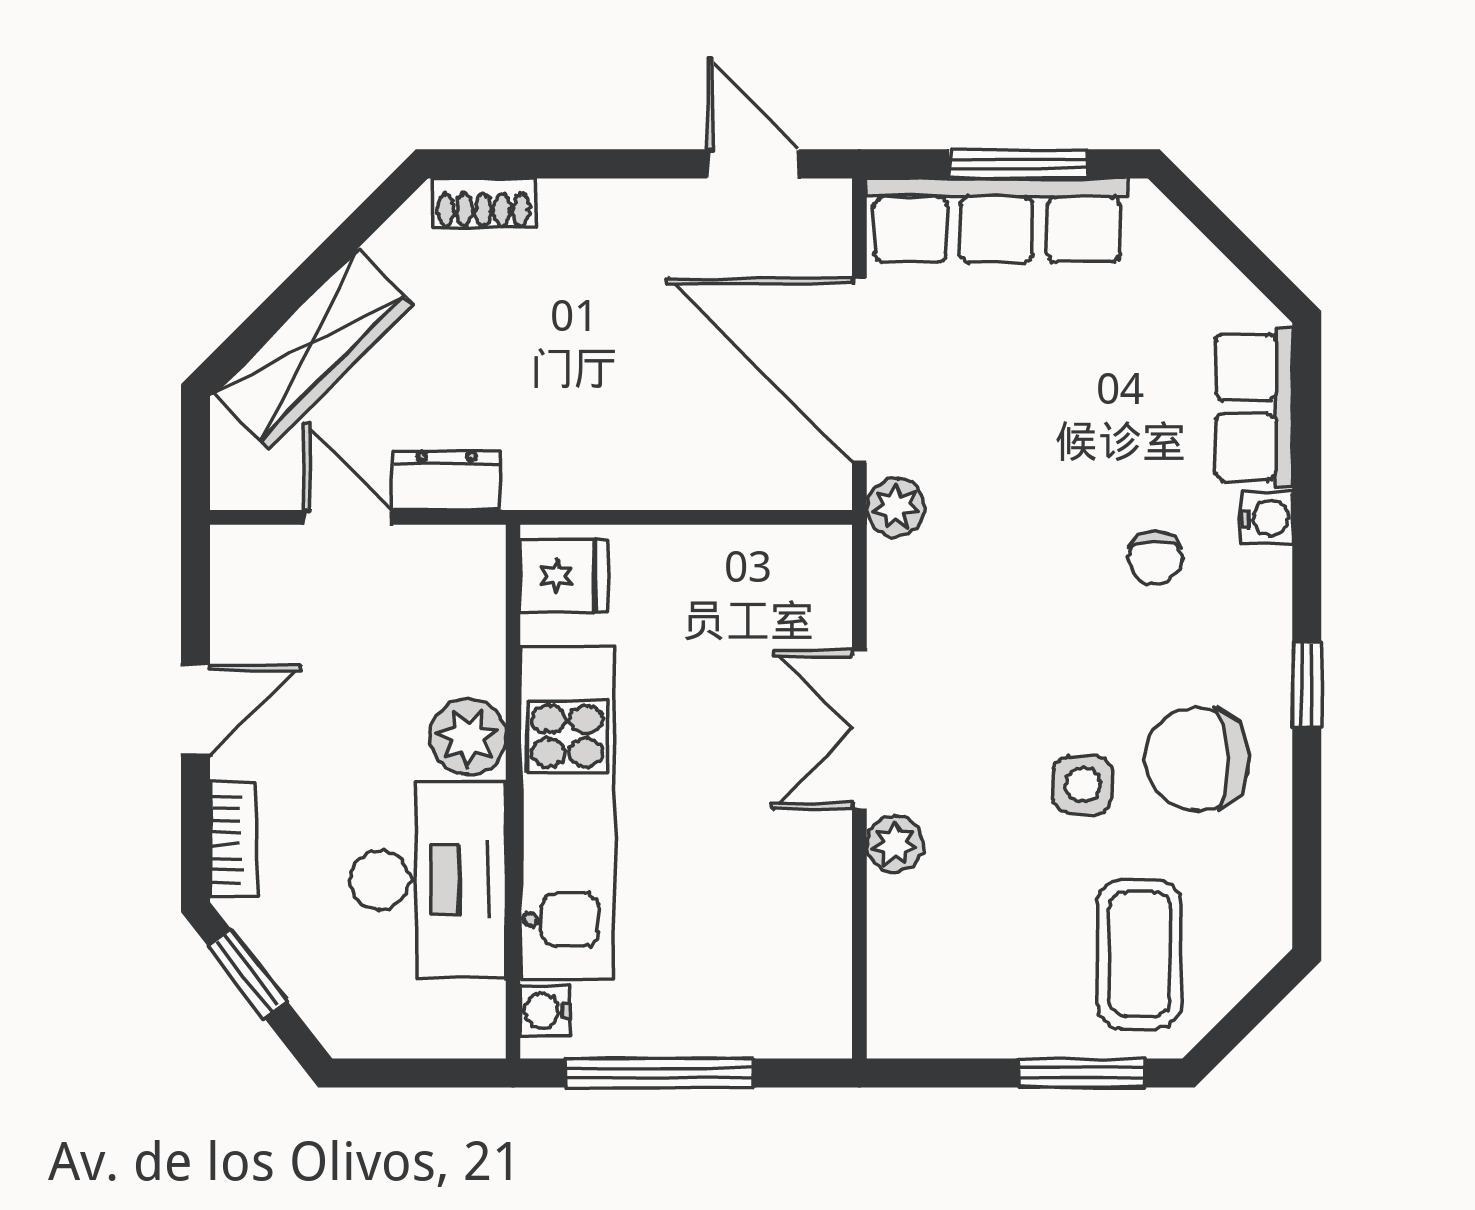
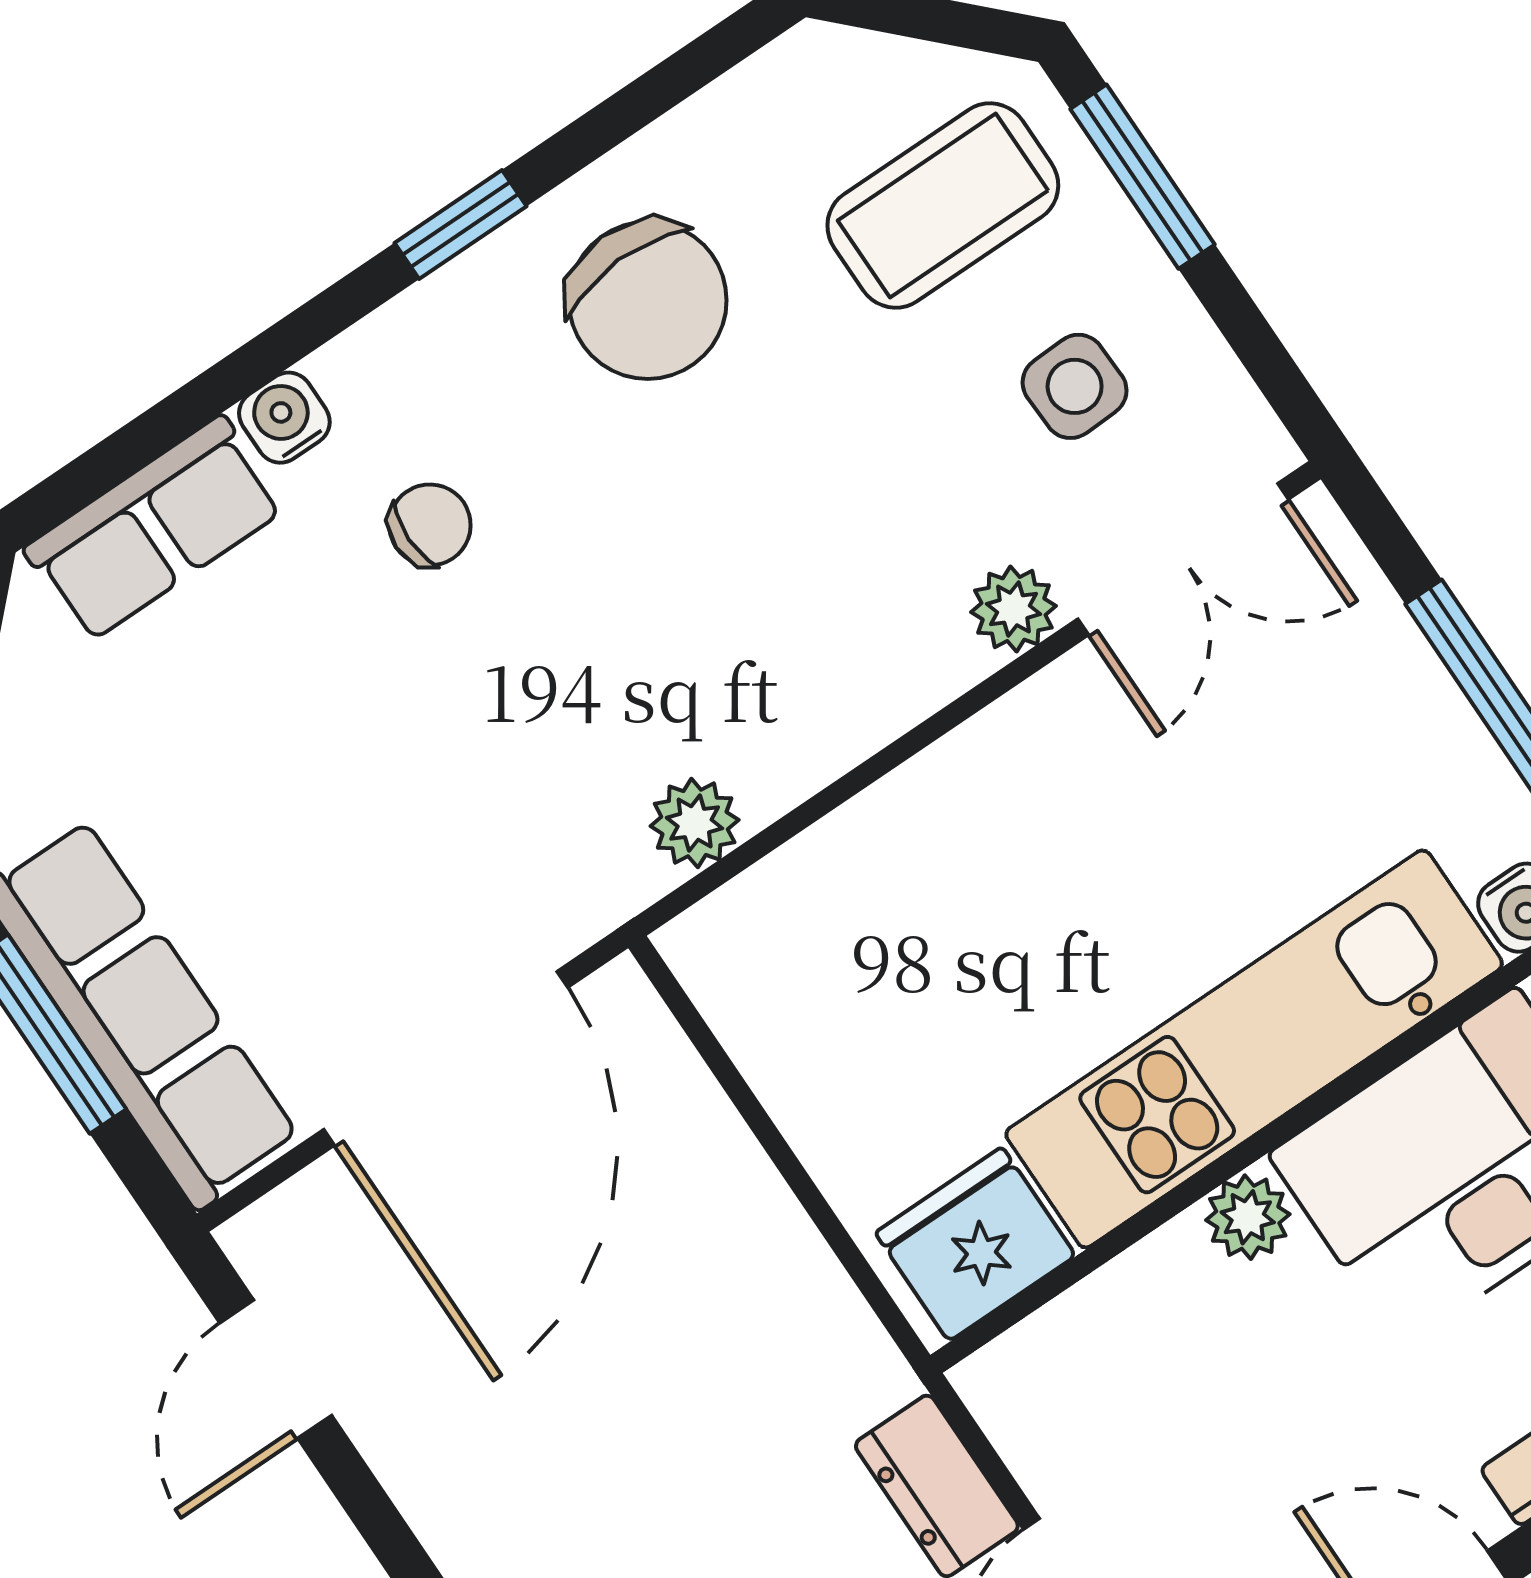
plant: (896, 507) -> (695, 823), moved
fridge: (564, 576) -> (975, 1244), width x1.38
double door: (859, 729) -> (1183, 559), moved
plant: (468, 737) -> (1248, 1217), width x0.73, depth x0.73
side table: (1083, 784) -> (1075, 386), moved

